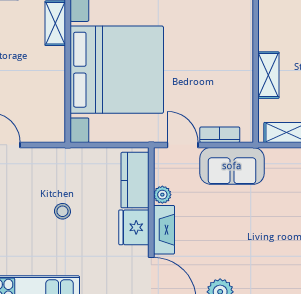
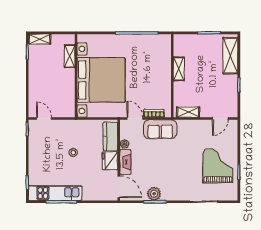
shelving: (268, 75) -> (179, 69), moved

